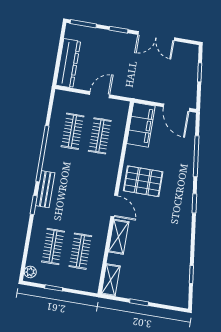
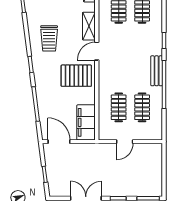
dresser: (68, 63) -> (155, 163), removed
bench: (45, 189) -> (157, 71), moved
door: (114, 206) -> (97, 51), hinge flipped
trolley: (168, 230) -> (49, 38), added

